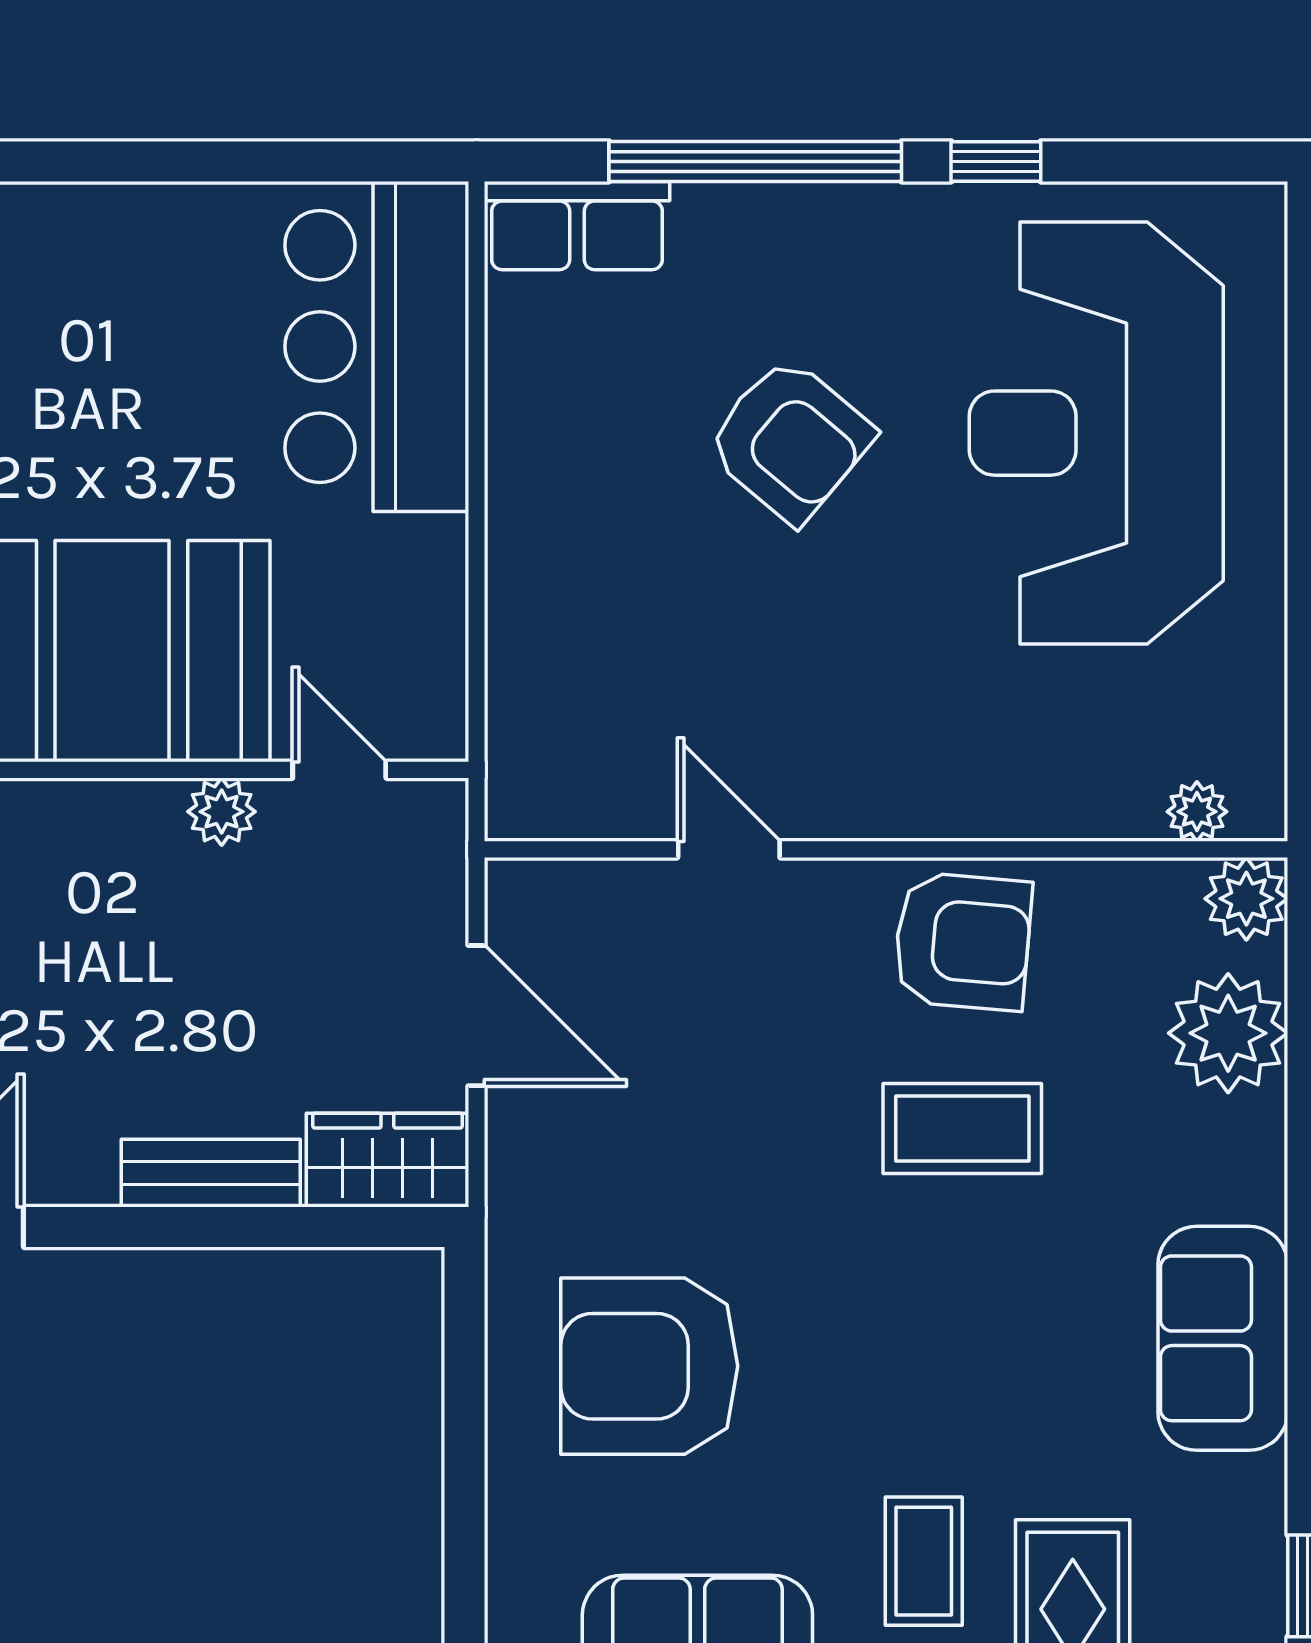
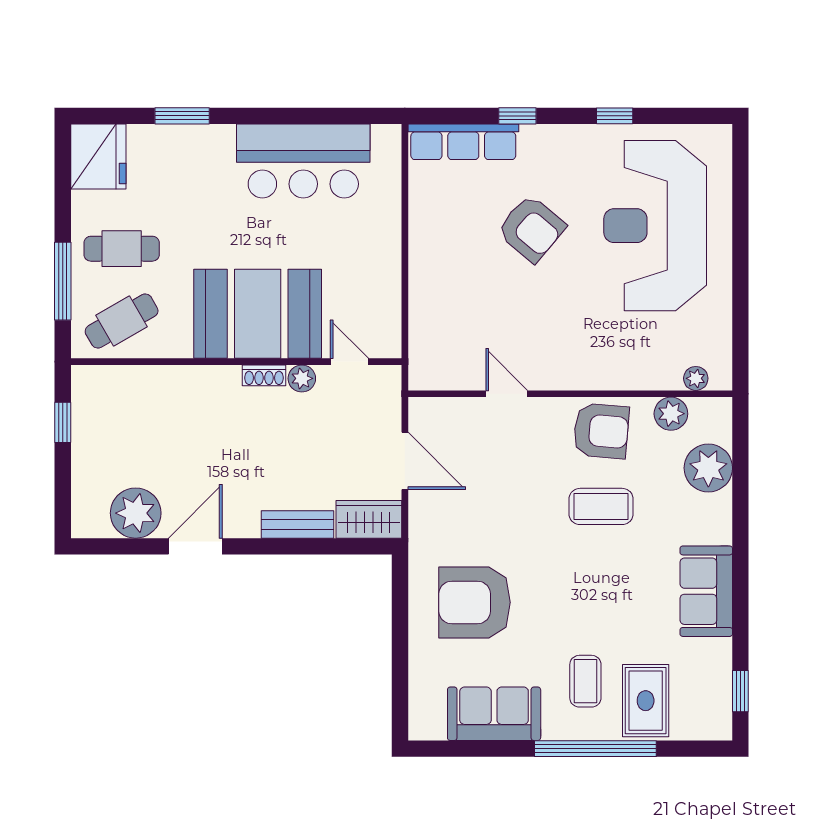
window: (755, 161) -> (517, 116), width x0.32
row of seats: (577, 226) -> (463, 142), width x1.48
bar counter: (377, 346) -> (303, 161), moved, turned -90
shoe rack: (128, 804) -> (264, 375), added
plant: (1246, 899) -> (671, 414), moved

